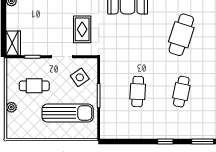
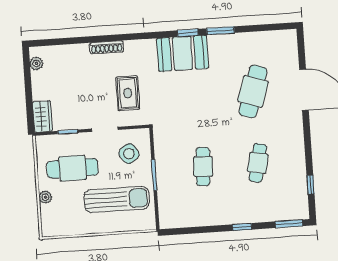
cafe table: (34, 86) -> (72, 168), width x1.37, depth x1.35

